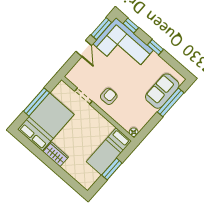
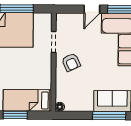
armchair: (109, 96) -> (71, 62), turned 65

